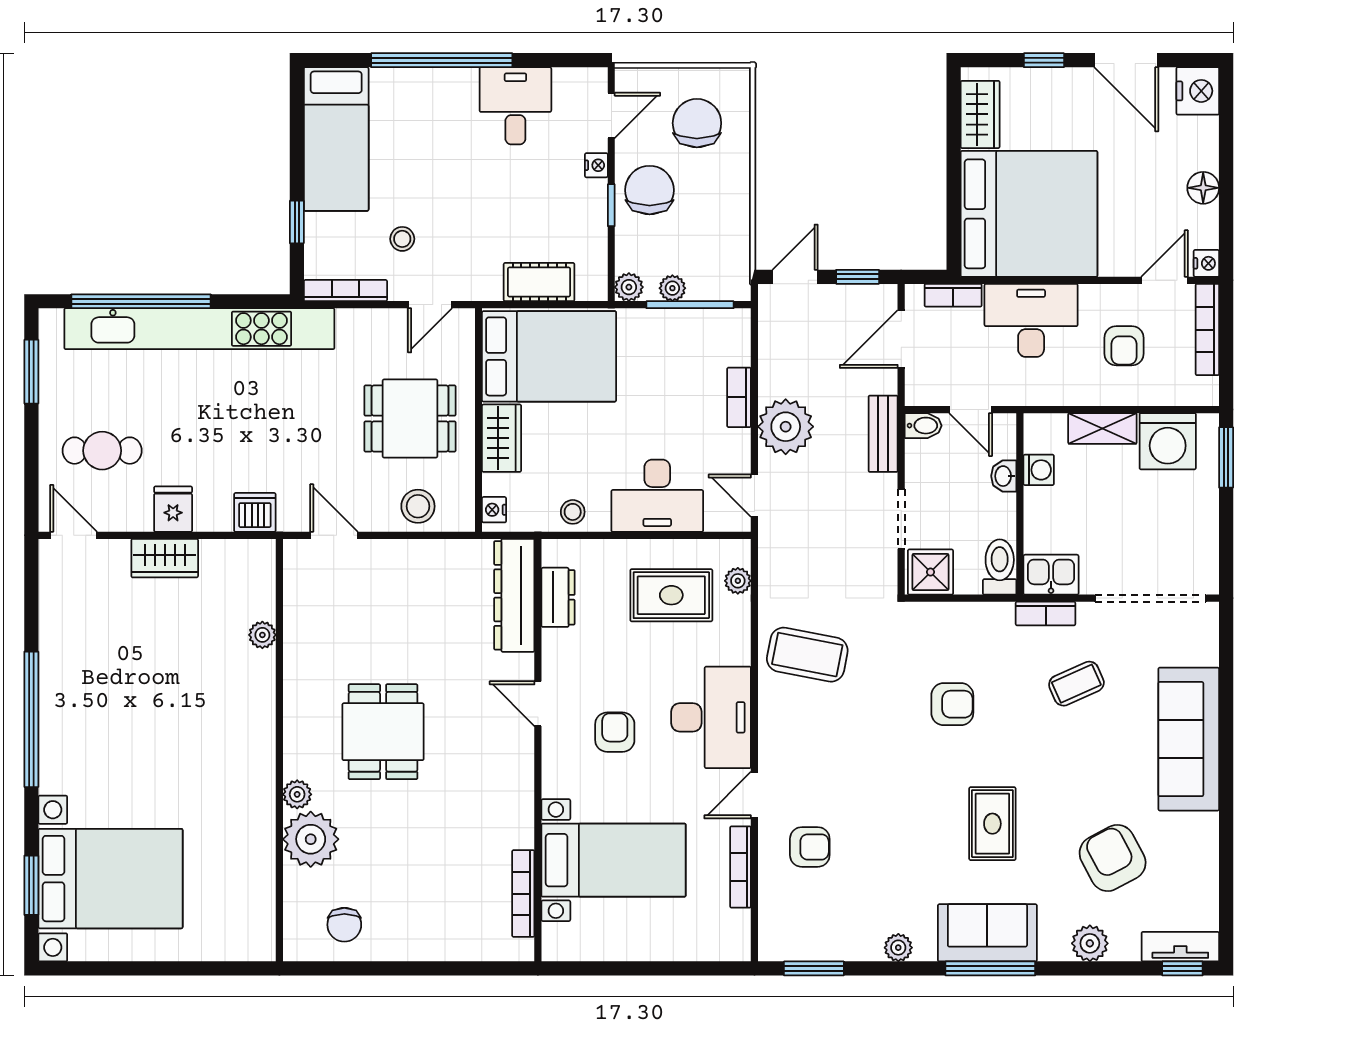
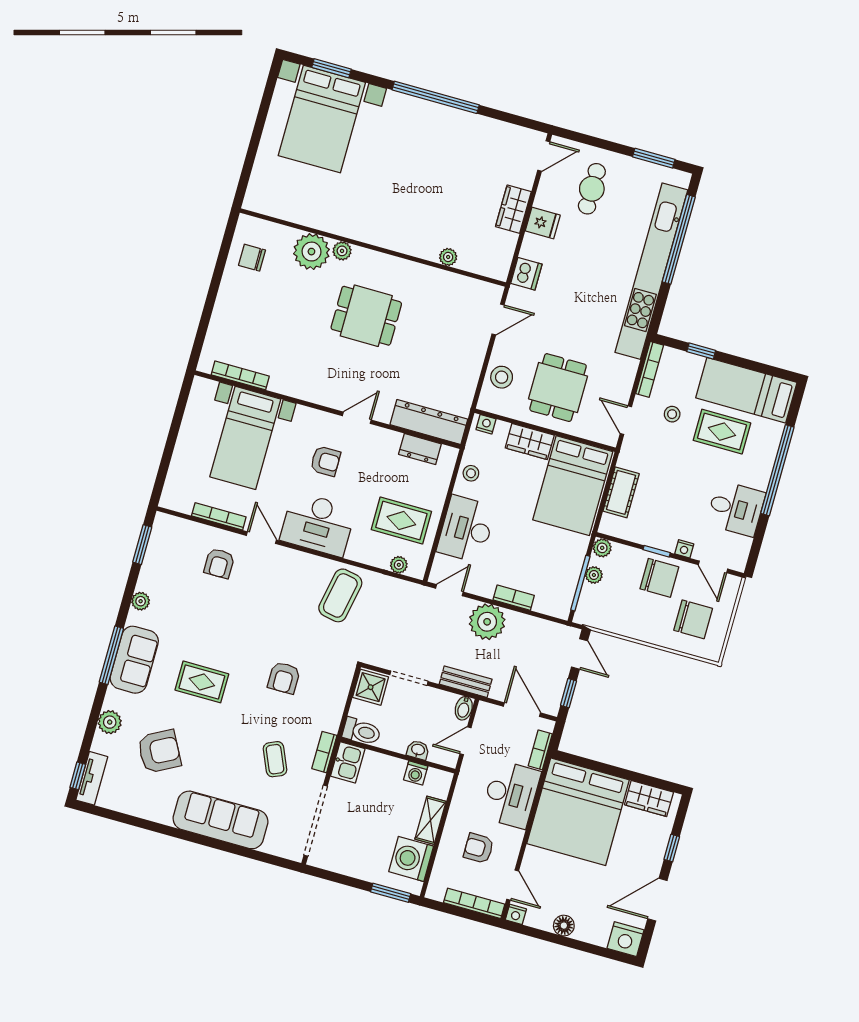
rug: (407, 158) -> (722, 432), added
rug: (671, 595) -> (401, 521), turned 90

